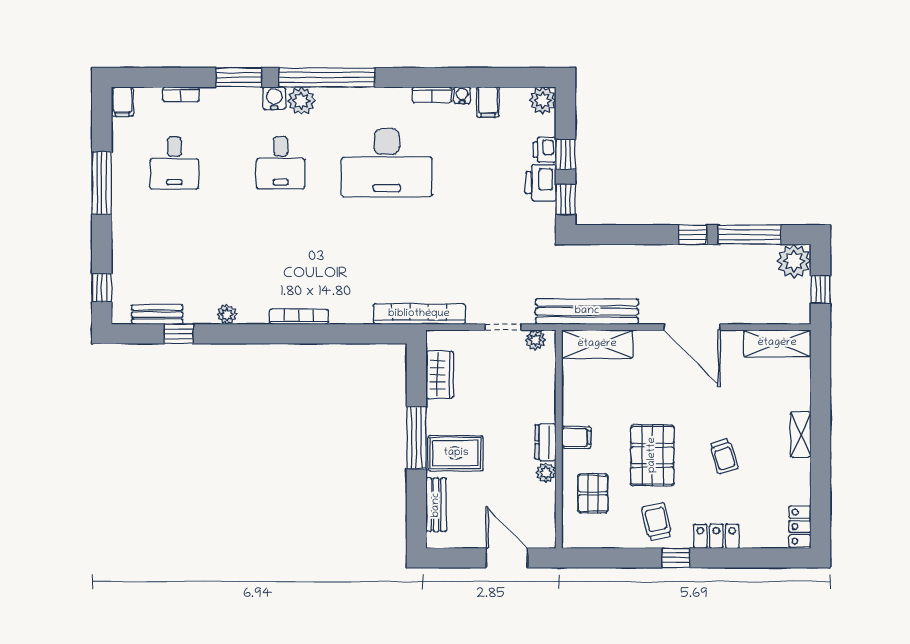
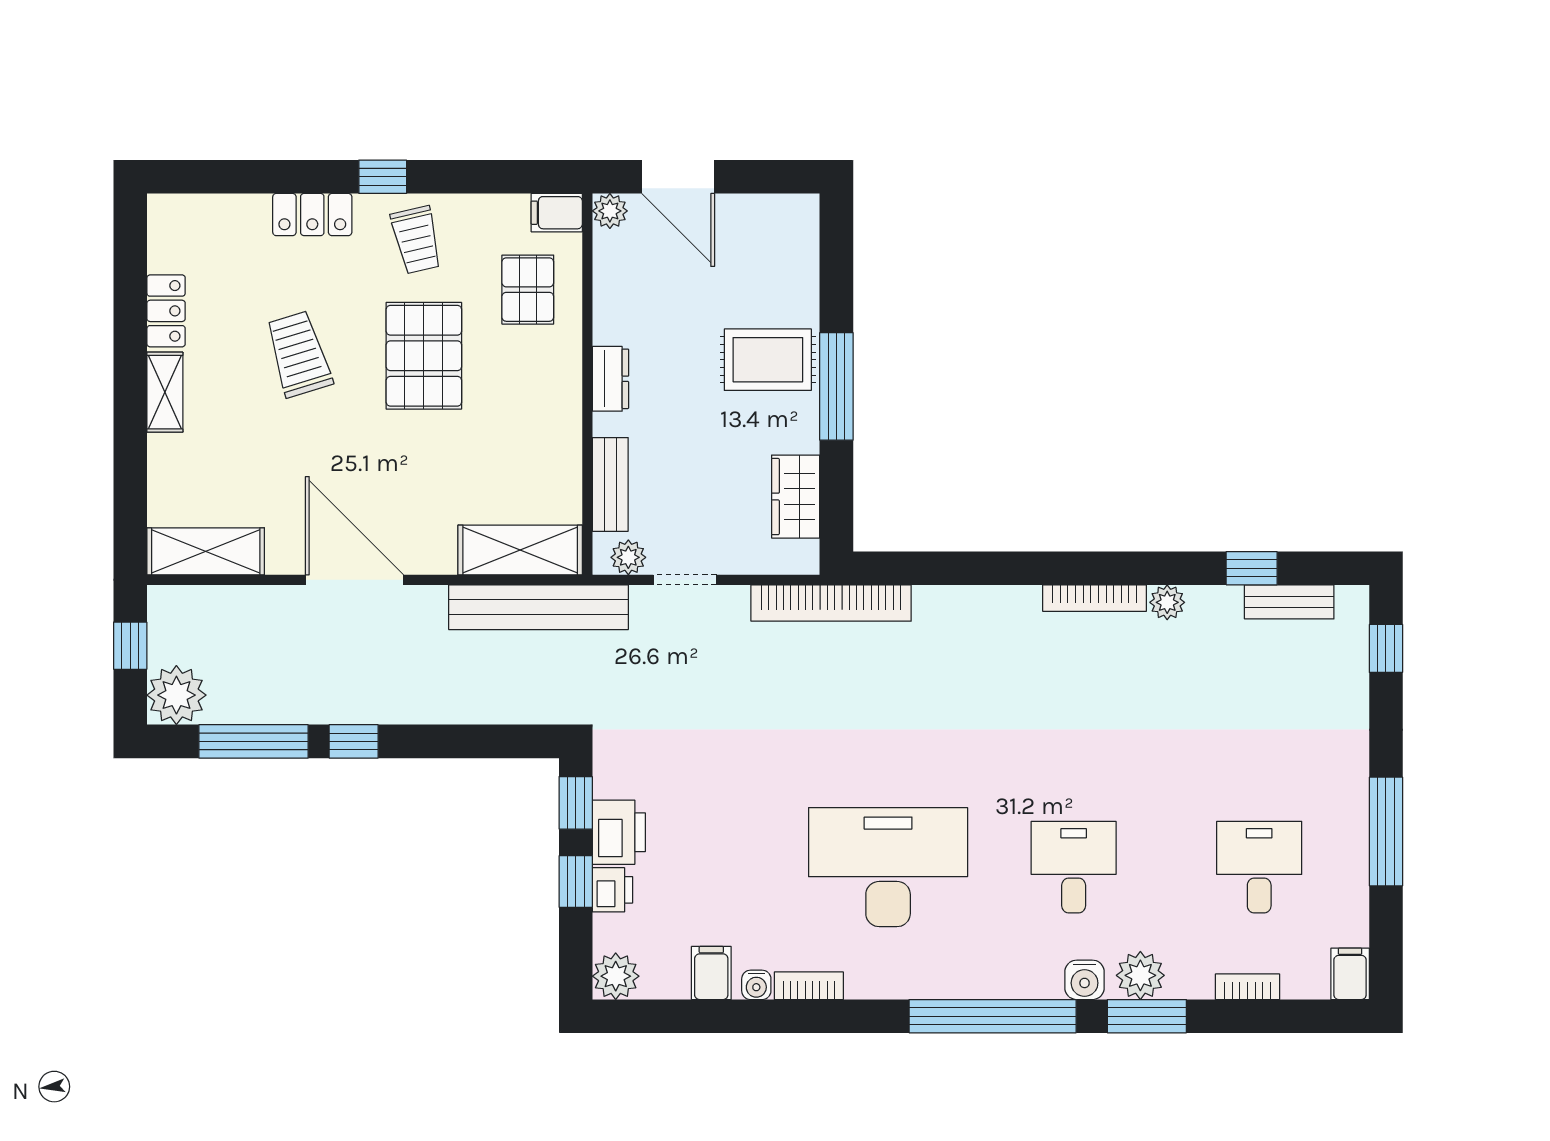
plant: (301, 101) -> (1140, 975), moved
bookcase: (299, 317) -> (1095, 598), moved
filing cabinet: (576, 437) -> (557, 213), moved
trolley: (724, 456) -> (299, 354), width x1.36, depth x1.39
plant: (546, 473) -> (610, 211), moved
bench: (436, 505) -> (610, 484), moved
locker: (800, 527) -> (166, 311), moved

